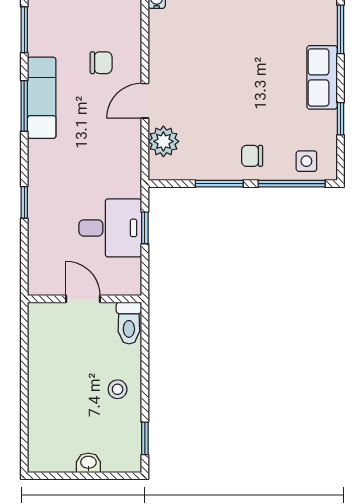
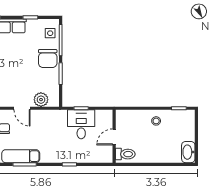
chair: (252, 156) -> (48, 58), width x1.87, depth x1.87
toilet: (129, 323) -> (125, 154), moved
washbasin: (88, 463) -> (188, 152), moved, width x1.91, depth x1.45

